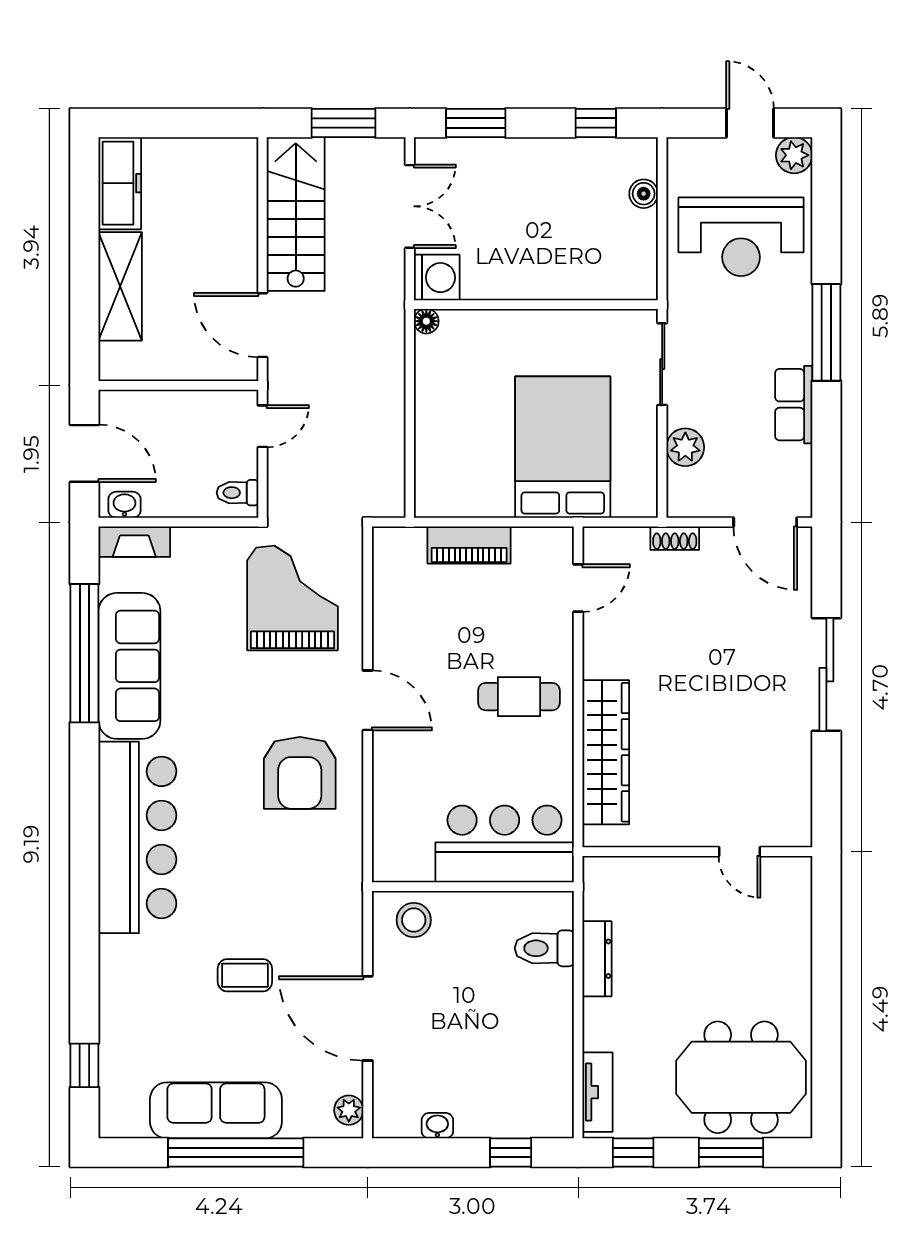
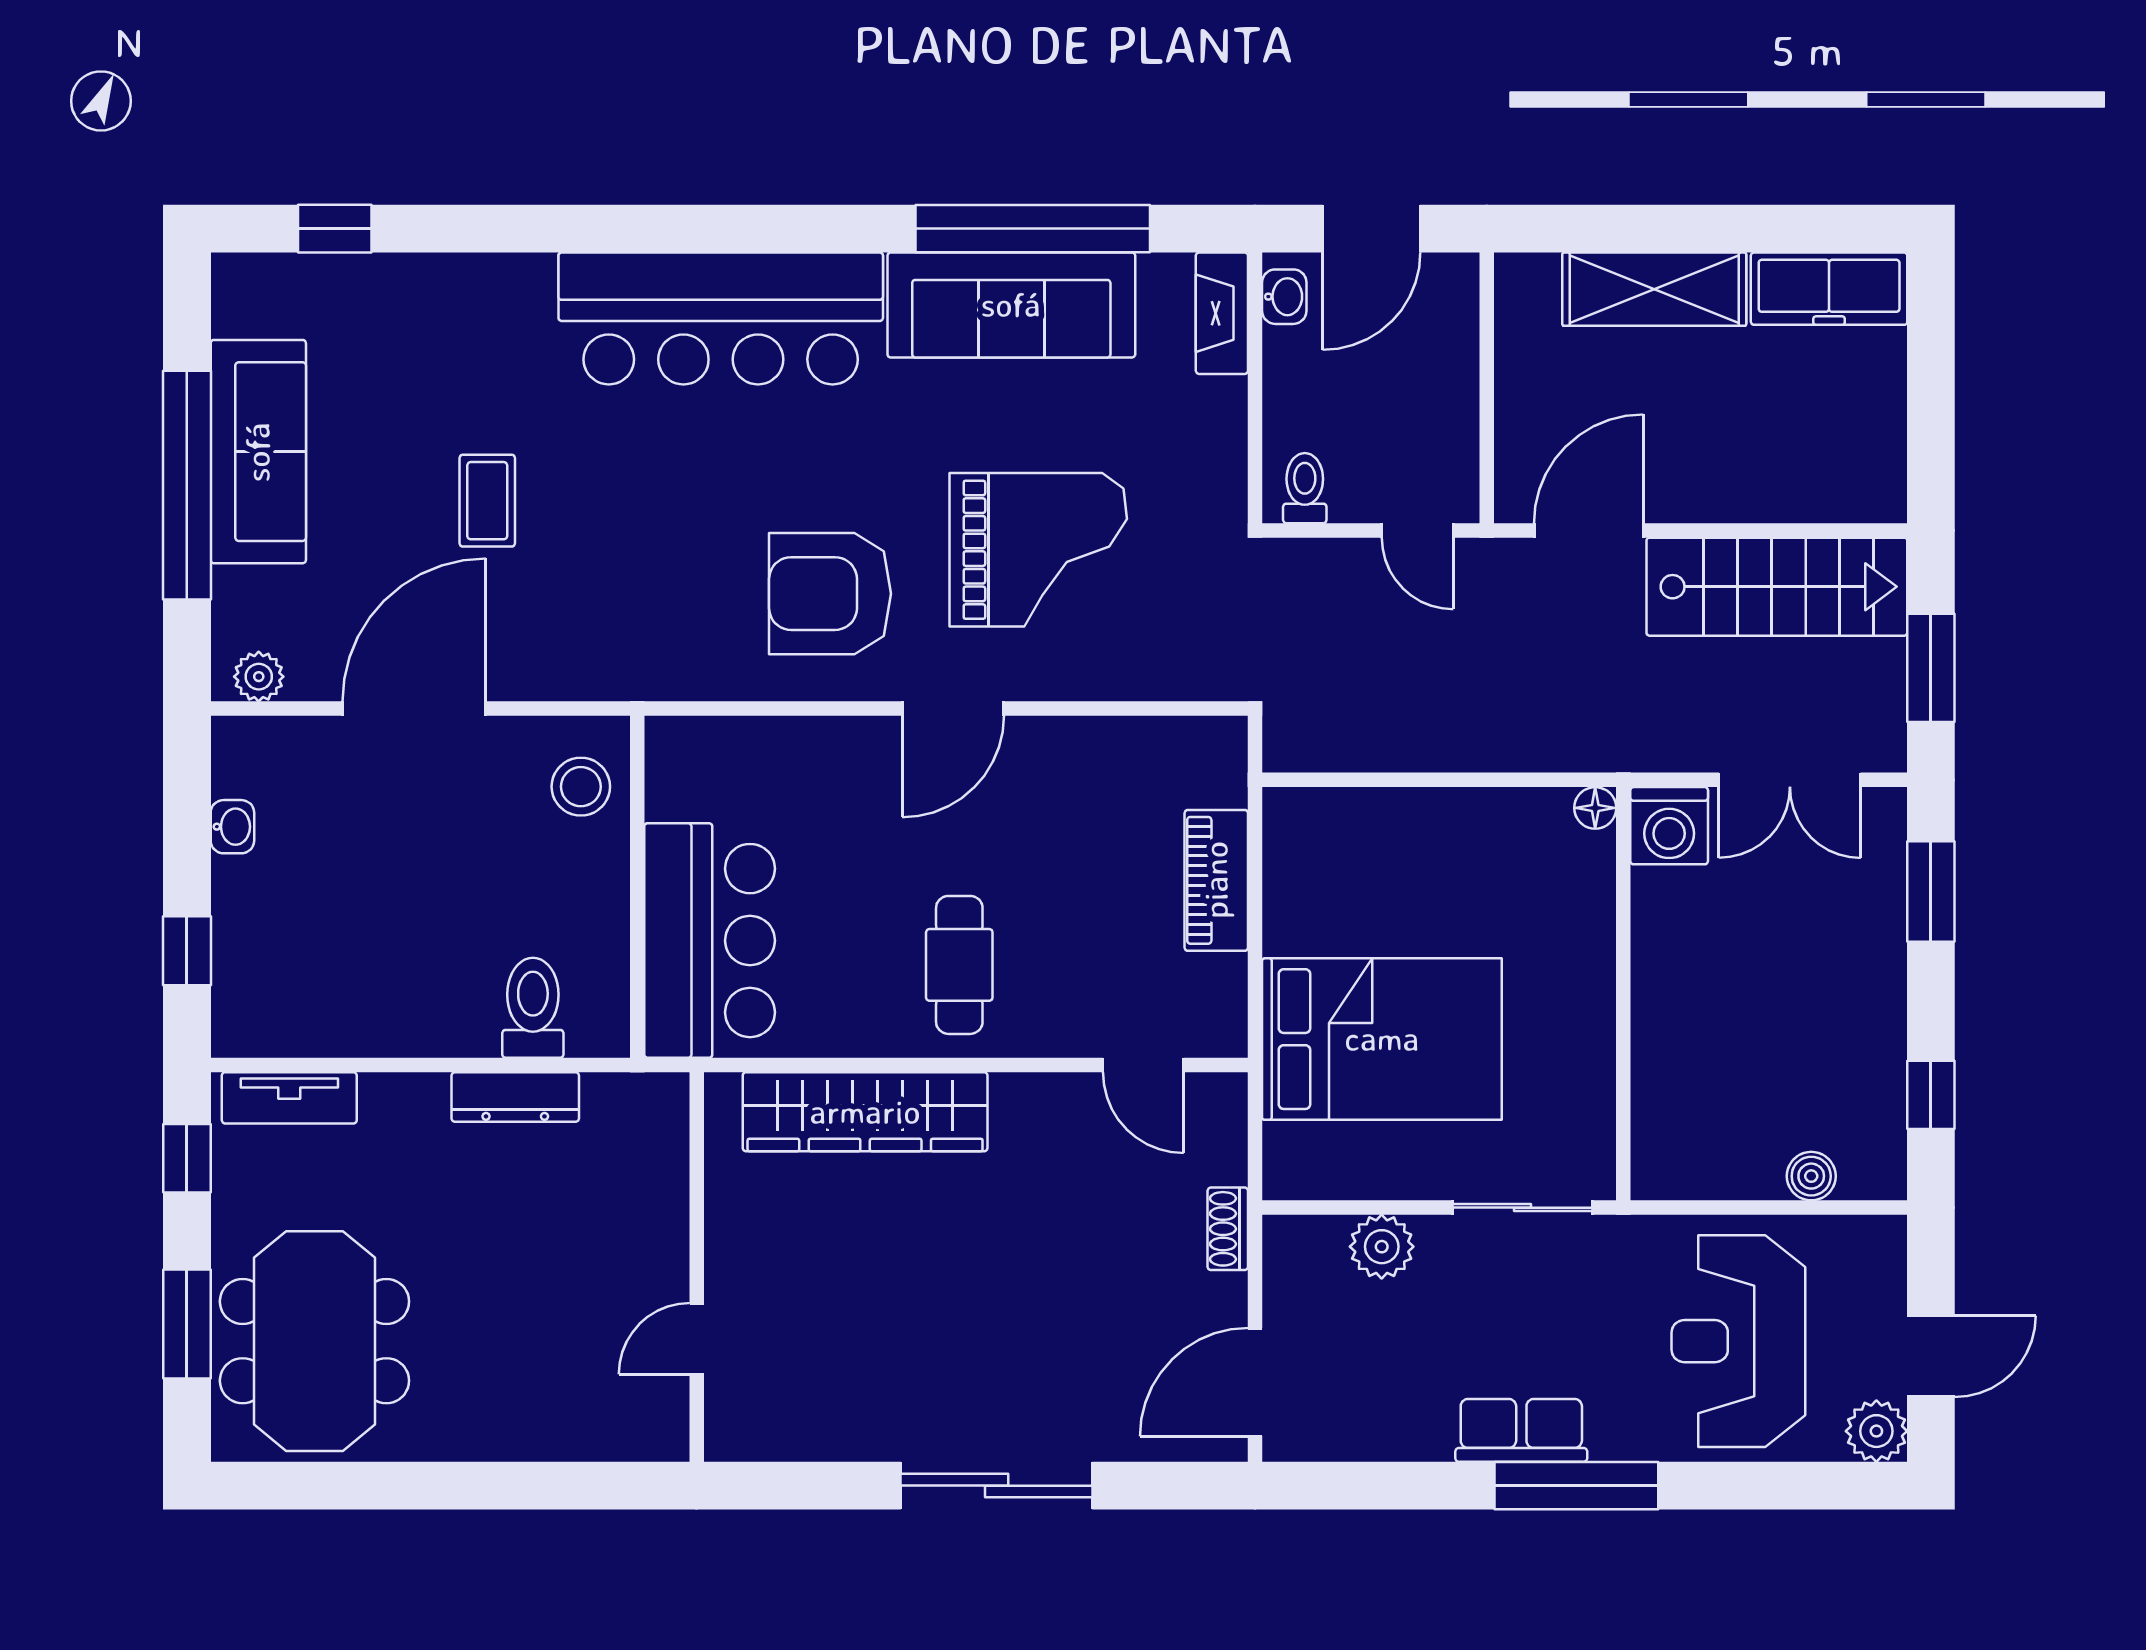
row of seats: (794, 405) -> (1521, 1430), moved
grand piano: (293, 598) -> (1038, 550), moved

